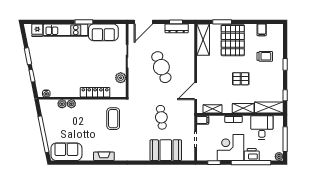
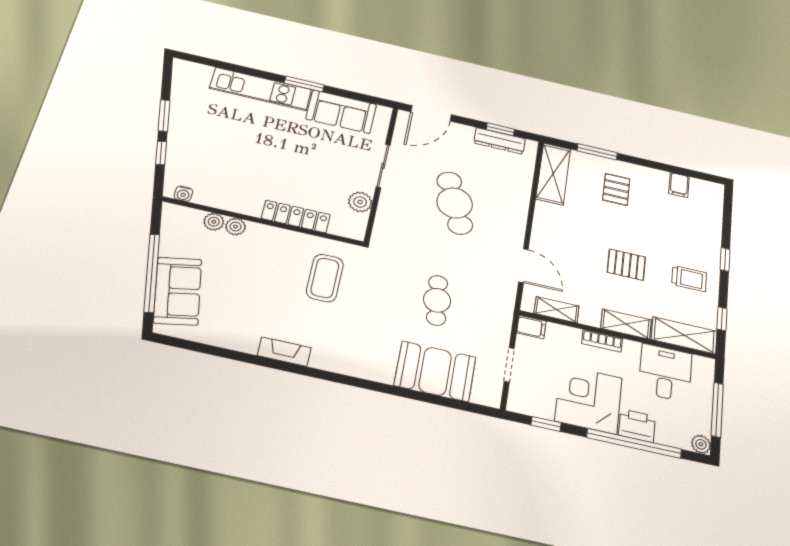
fridge: (37, 30) -> (199, 75), removed
pallet: (233, 40) -> (616, 189), width x0.49, depth x0.50
trolley: (265, 56) -> (689, 279), moved
door: (196, 91) -> (523, 266), swing flipped
sofa: (66, 152) -> (178, 291), moved, turned 79

